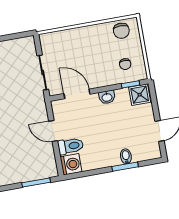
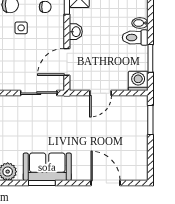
side table: (101, 45) -> (21, 28), added
toilet: (71, 146) -> (135, 38), moved, turned -90
window: (125, 167) -> (150, 58), moved

